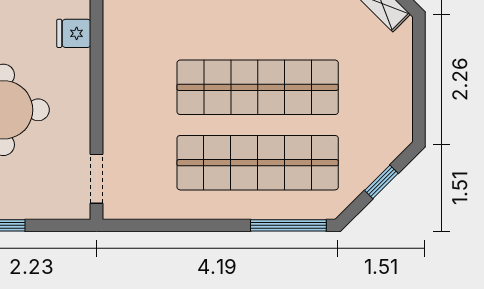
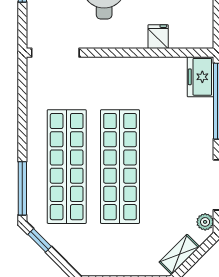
doorway: (97, 179) -> (55, 53), width x1.38
window: (381, 182) -> (40, 240), moved

